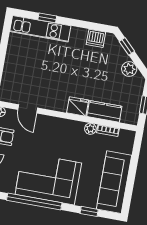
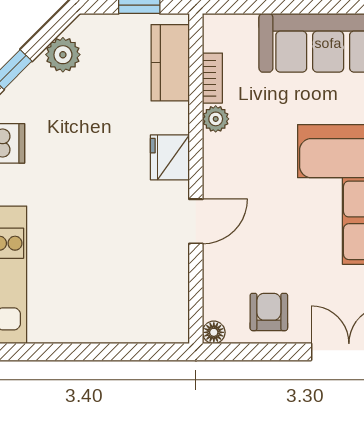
door: (28, 109) -> (196, 221), moved
kitchen counter: (104, 111) -> (170, 63), moved

